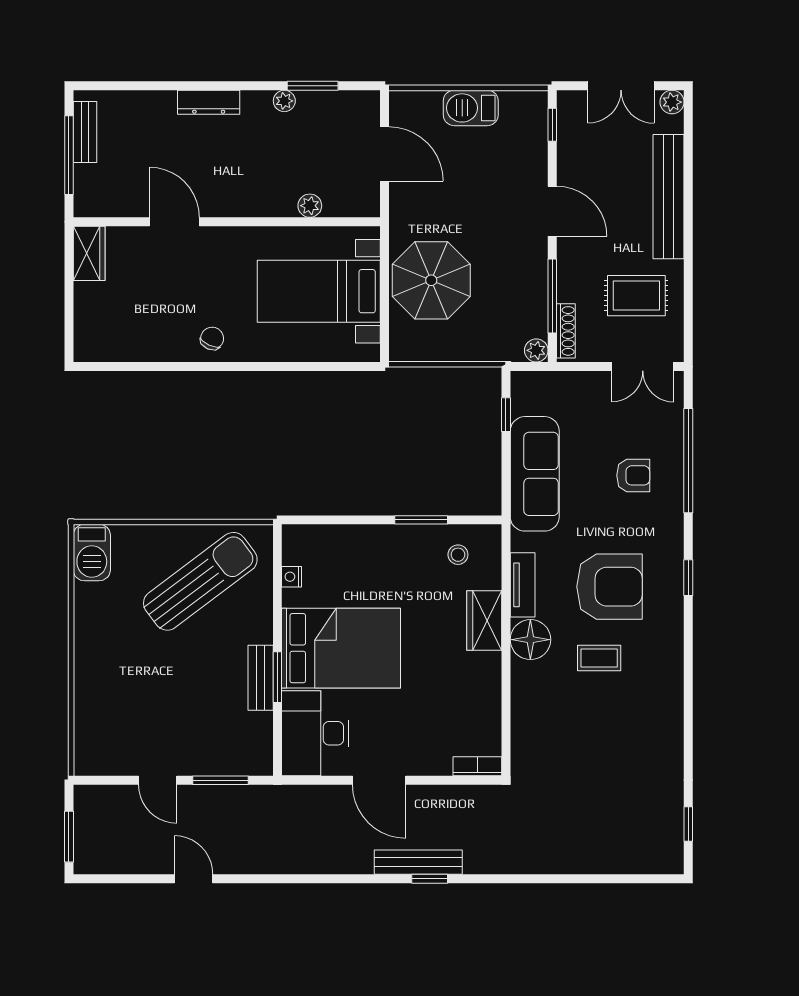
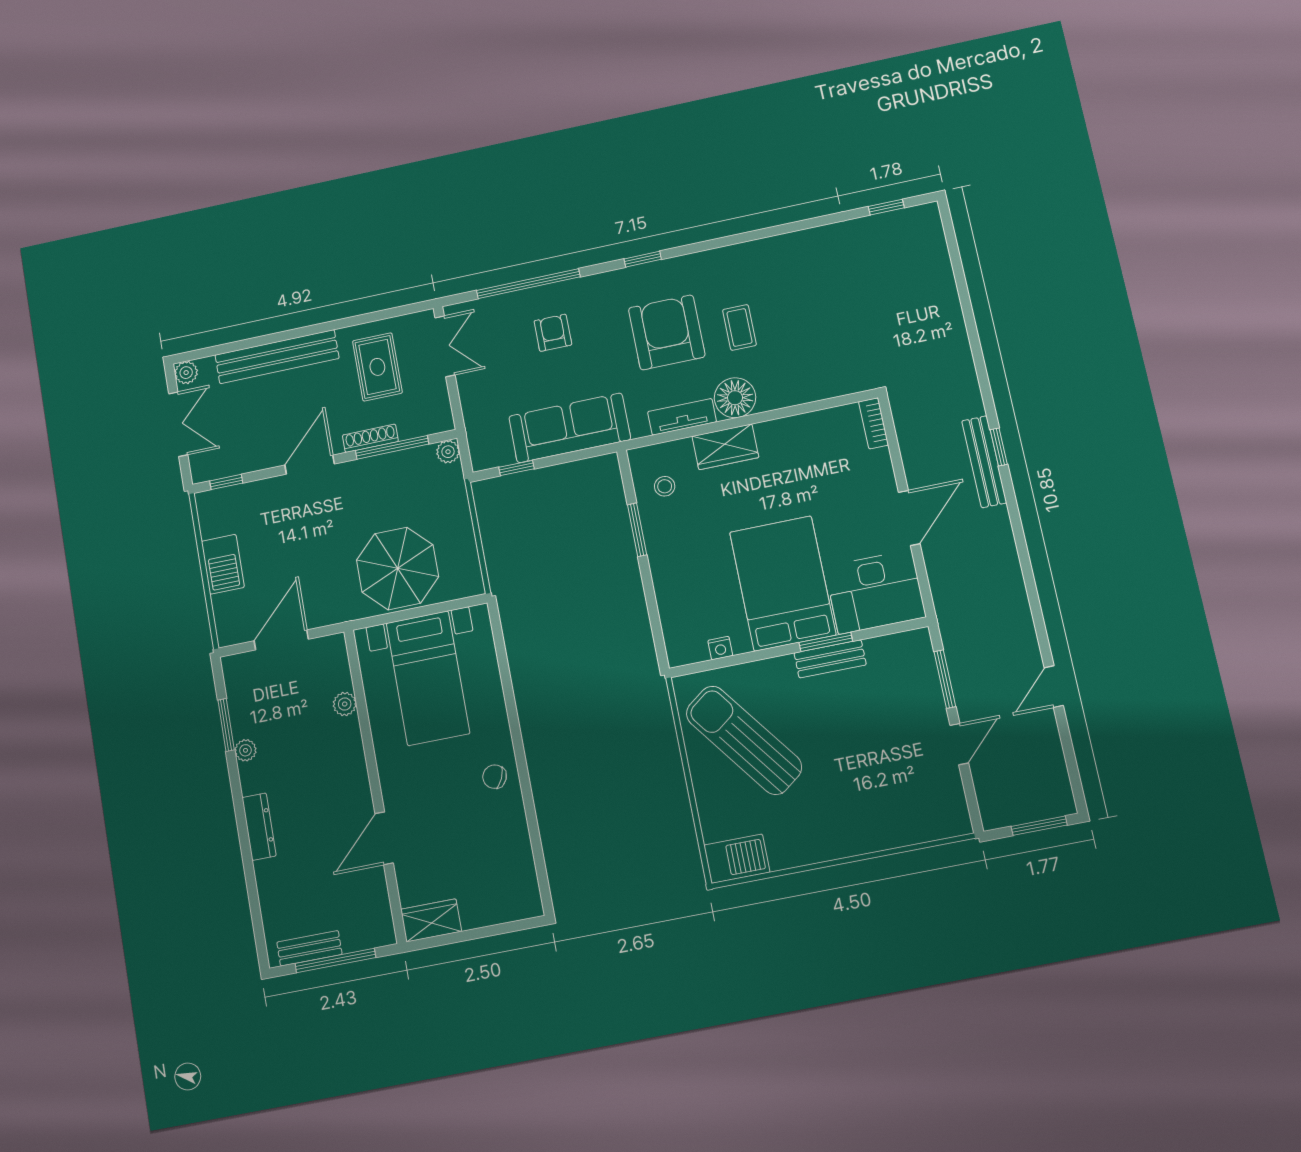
shoe rack: (566, 331) -> (370, 438), moved

